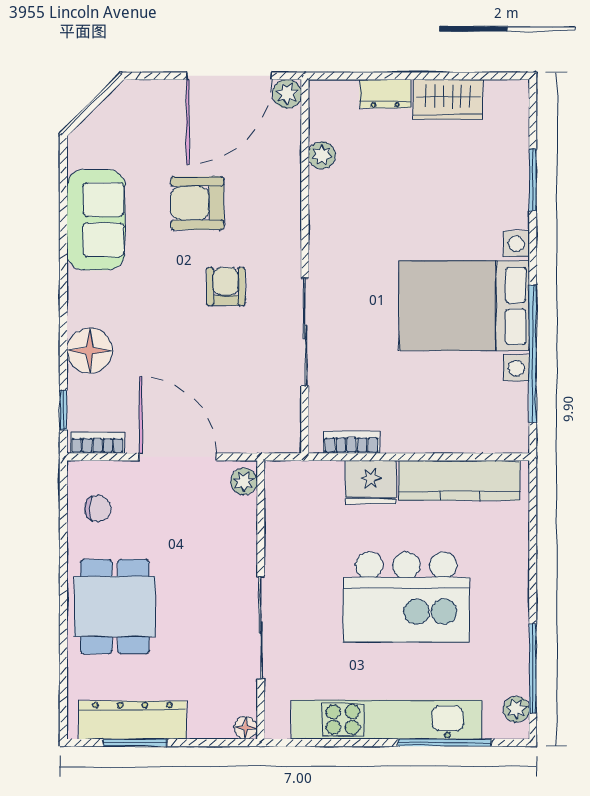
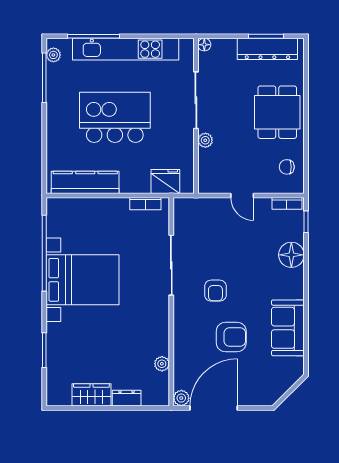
door: (178, 457) -> (242, 196), width x0.53
plant: (244, 481) -> (205, 140), moved
fridge: (371, 482) -> (165, 181), moved

